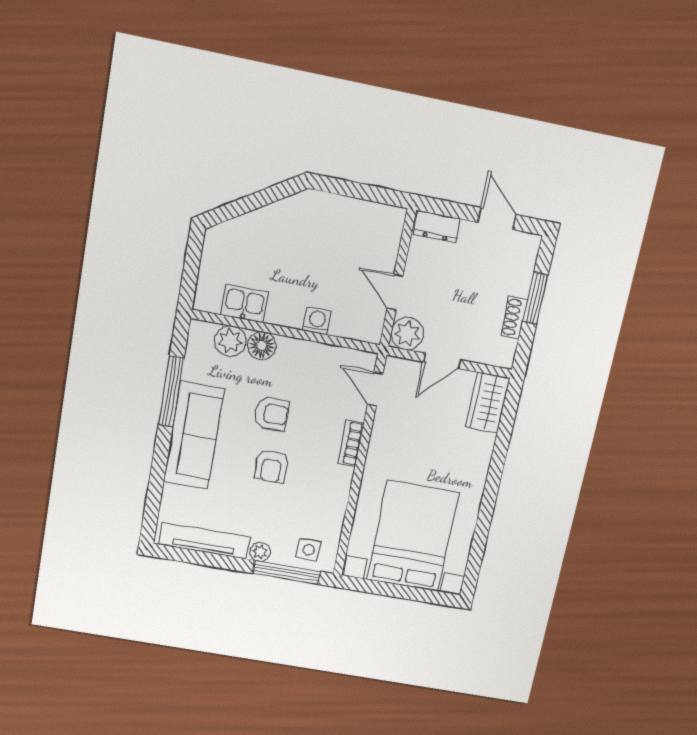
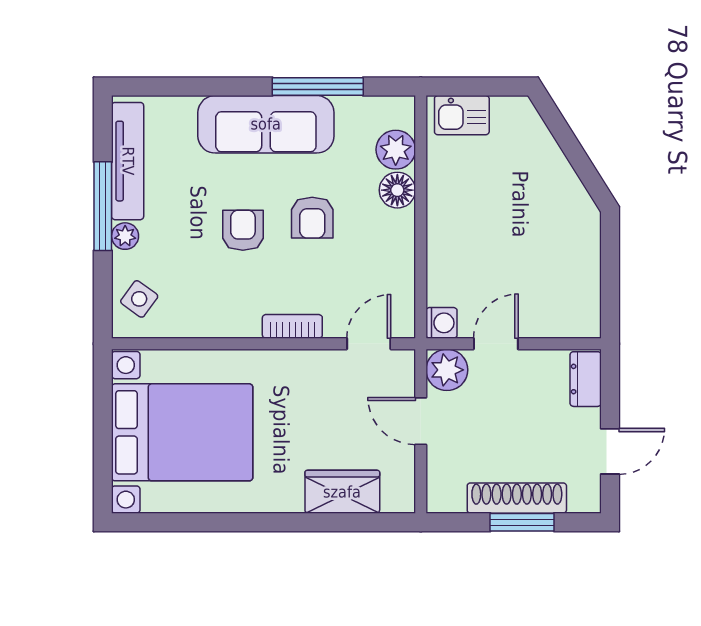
kitchen sink: (245, 304) -> (462, 115), moved, turned 90
shoe rack: (514, 318) -> (517, 498), width x1.94, depth x1.24
washing machine: (317, 321) -> (441, 323), moved
wardrobe: (488, 403) -> (342, 492), moved
armchair: (271, 467) -> (243, 230), turned 90
side table: (308, 550) -> (139, 299), turned 36
window: (287, 572) -> (103, 206), moved

